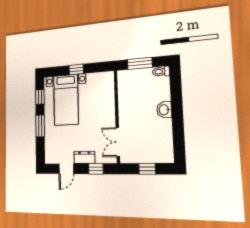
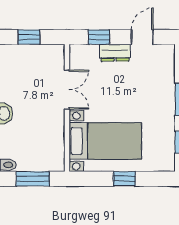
bed with nightstands: (66, 100) -> (105, 141), moved, turned 90
double door: (118, 142) -> (67, 90), moved

